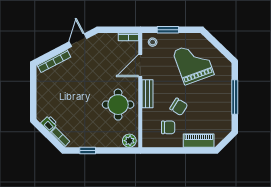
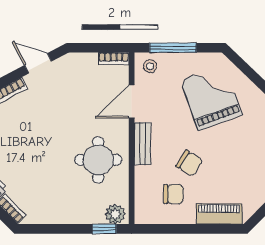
window: (168, 30) -> (173, 48), width x1.44
door: (78, 40) -> (38, 63), hinge flipped
window: (88, 151) -> (104, 229), moved

